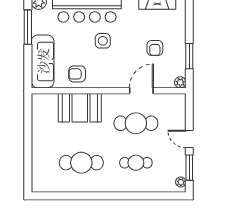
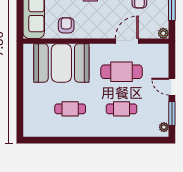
armchair: (77, 74) -> (66, 25), turned 90
booth: (80, 108) -> (61, 63), width x1.36, depth x1.42
cafe table: (81, 163) -> (70, 109), width x0.73, depth x0.74

